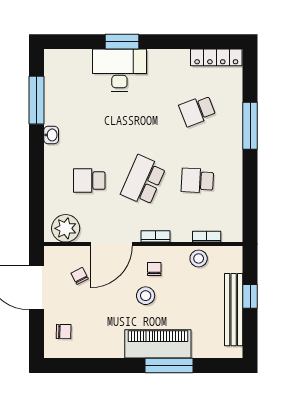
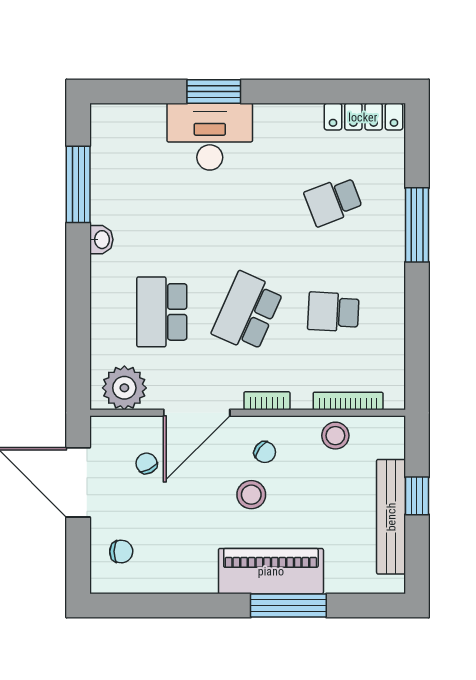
school desk: (89, 181) -> (162, 312), width x1.85
bookcase: (207, 237) -> (348, 401), width x1.56
chair: (154, 269) -> (265, 452), turned 126

